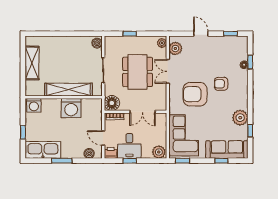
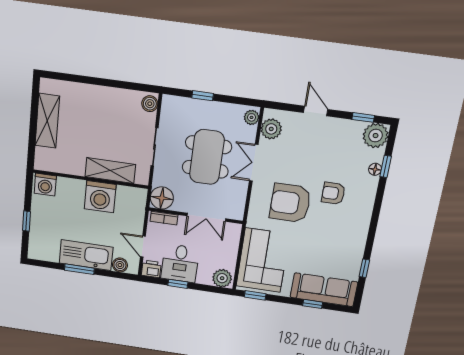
shelving: (69, 90) -> (110, 170), width x0.68
plant: (240, 118) -> (376, 136), moved
kitchen sink: (43, 150) -> (86, 255), moved

